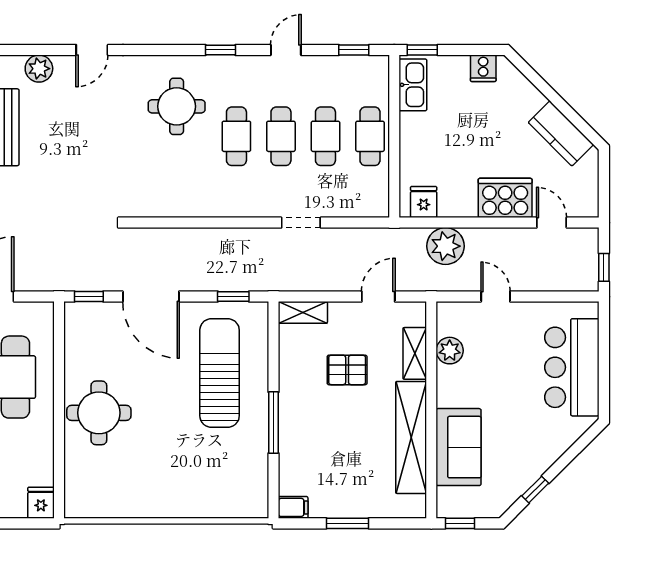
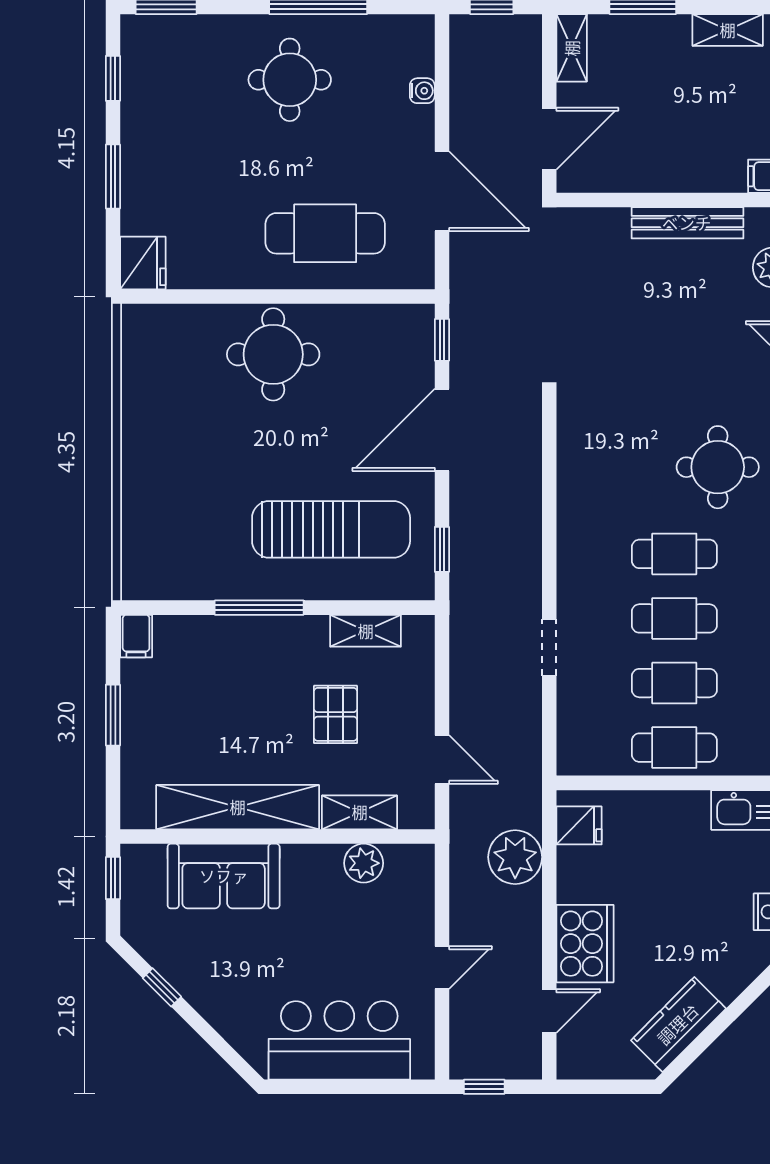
door: (496, 297) -> (442, 967), moved
shelving: (303, 312) -> (366, 631), moved, turned 90
fridge: (41, 503) -> (143, 263), width x1.38

